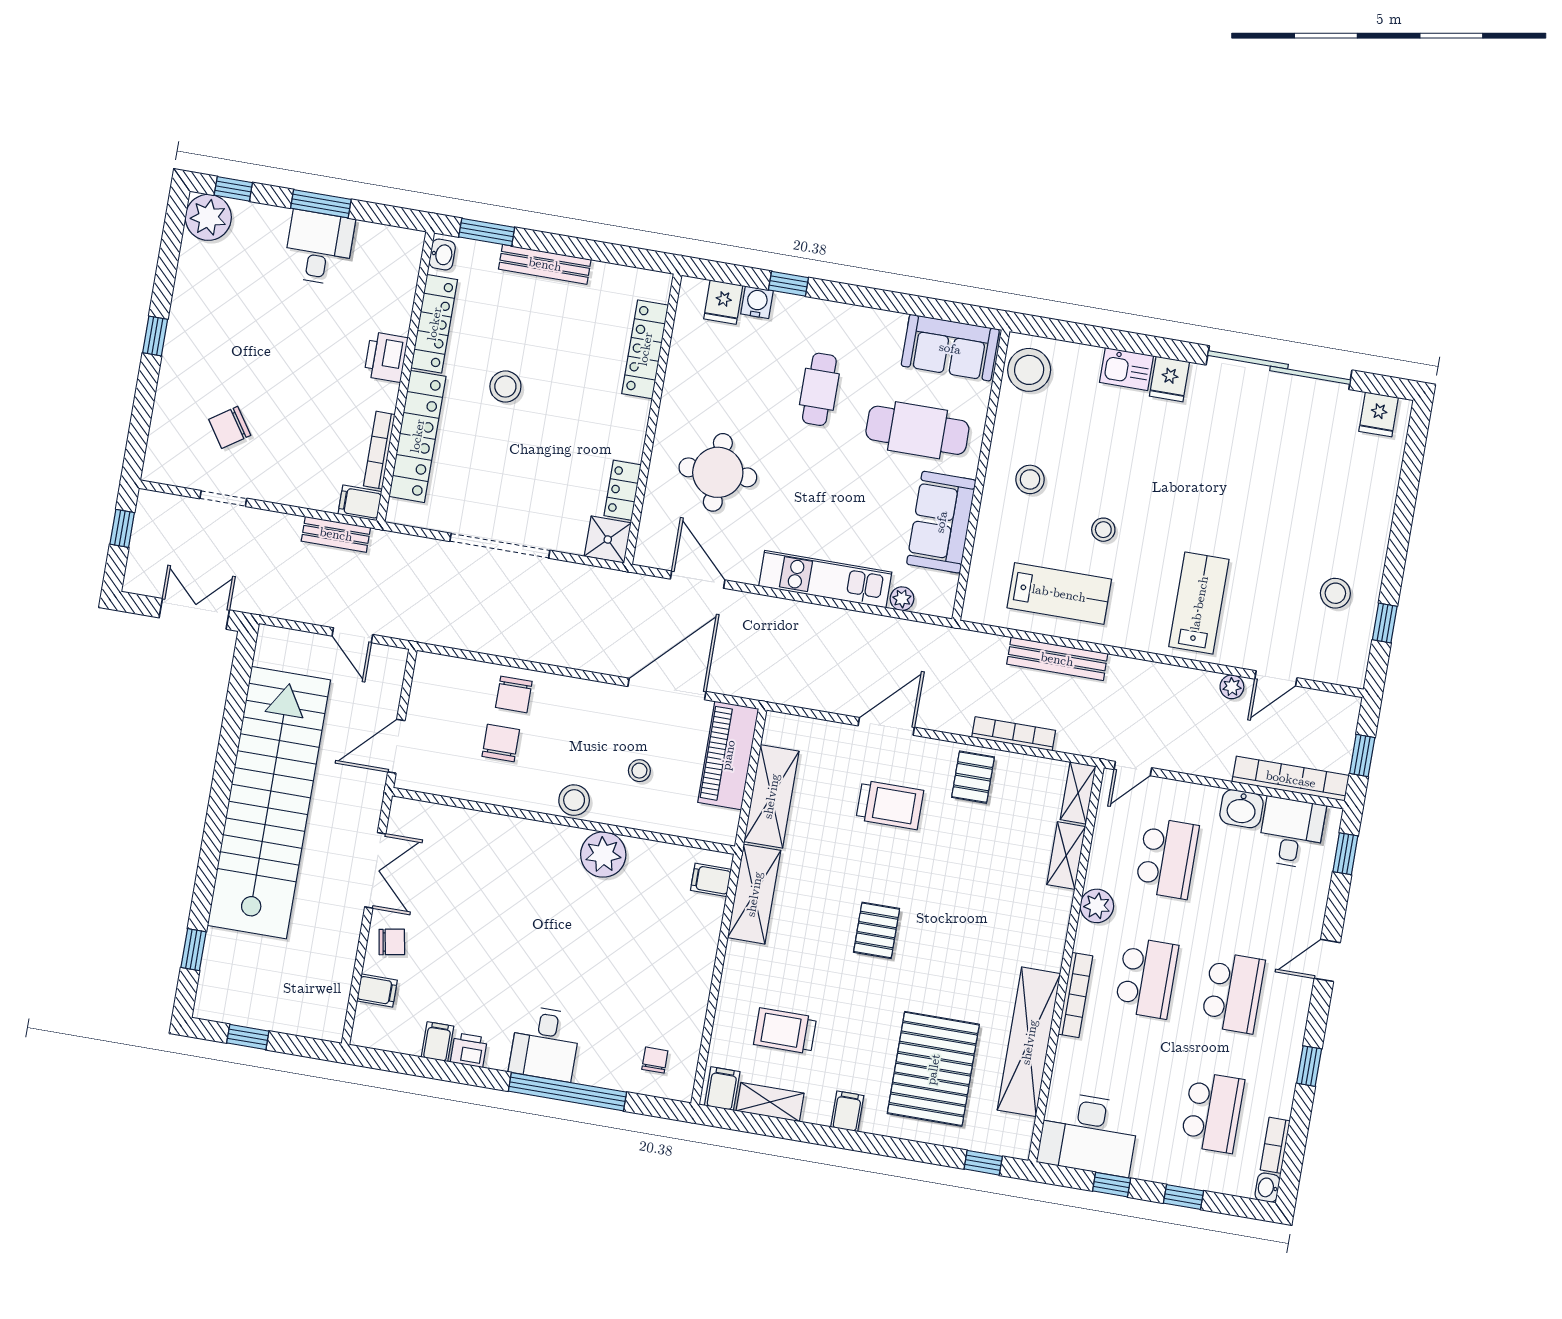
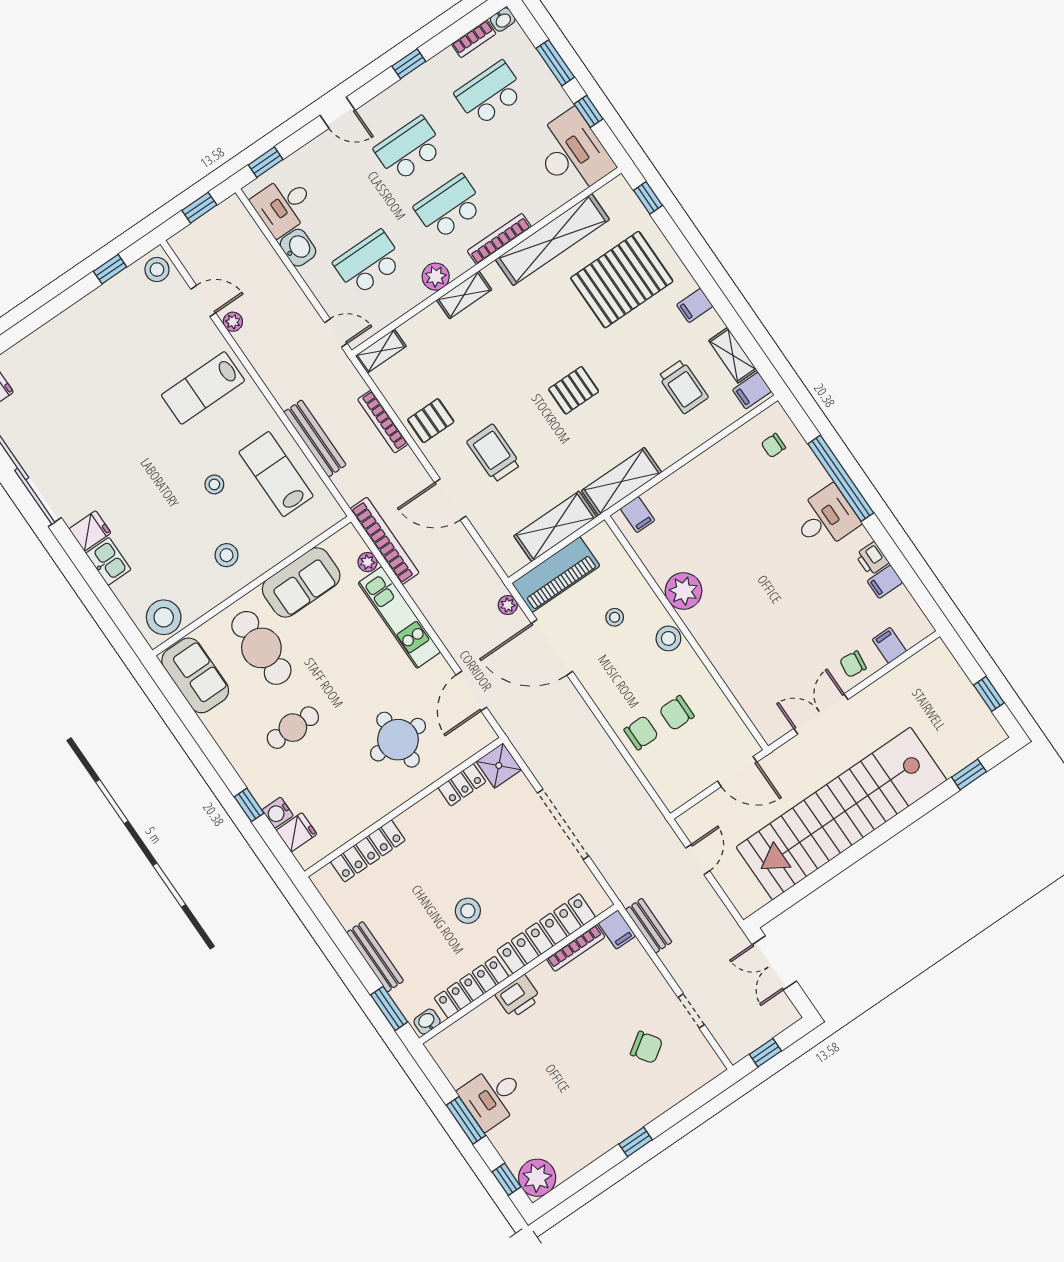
stool: (1335, 593) -> (157, 270), moved
plant: (743, 686) -> (508, 605), added
bookcase: (1291, 779) -> (385, 541), moved, turned 180
shelving: (1066, 856) -> (464, 295), moved
chair: (392, 942) -> (853, 664), turned -73
window: (1184, 1197) -> (555, 63), width x1.50

